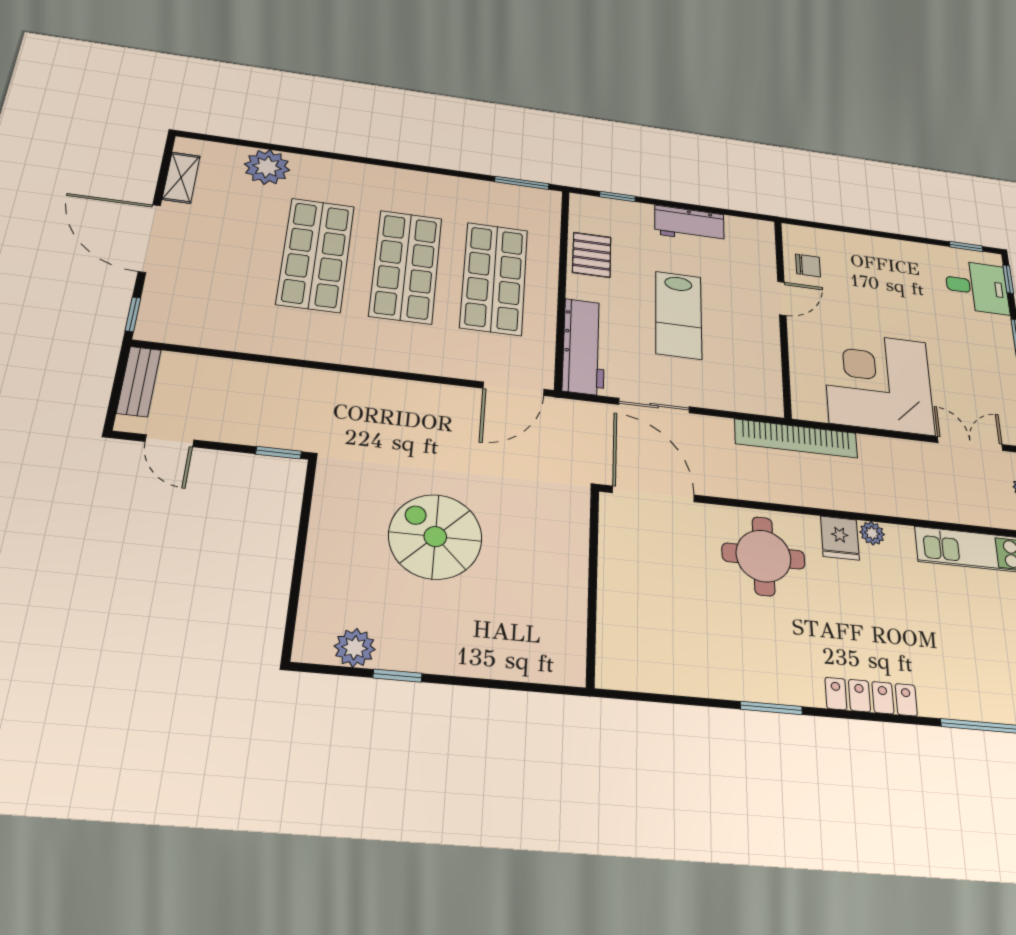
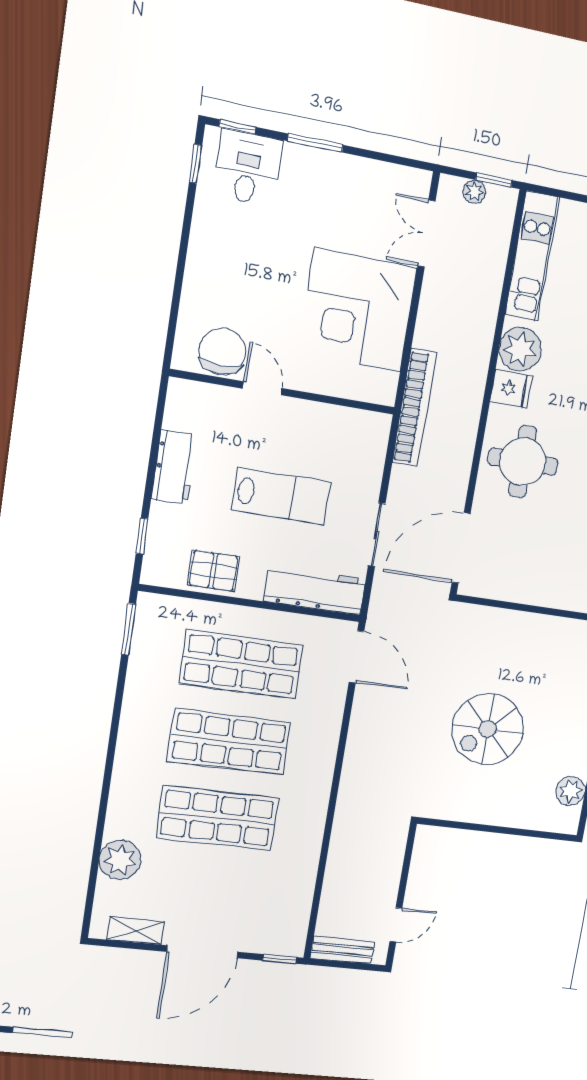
chair: (808, 265) -> (223, 351), width x1.87, depth x1.87
window: (279, 453) -> (410, 846), removed
plant: (872, 533) -> (520, 349), width x1.87, depth x1.87

